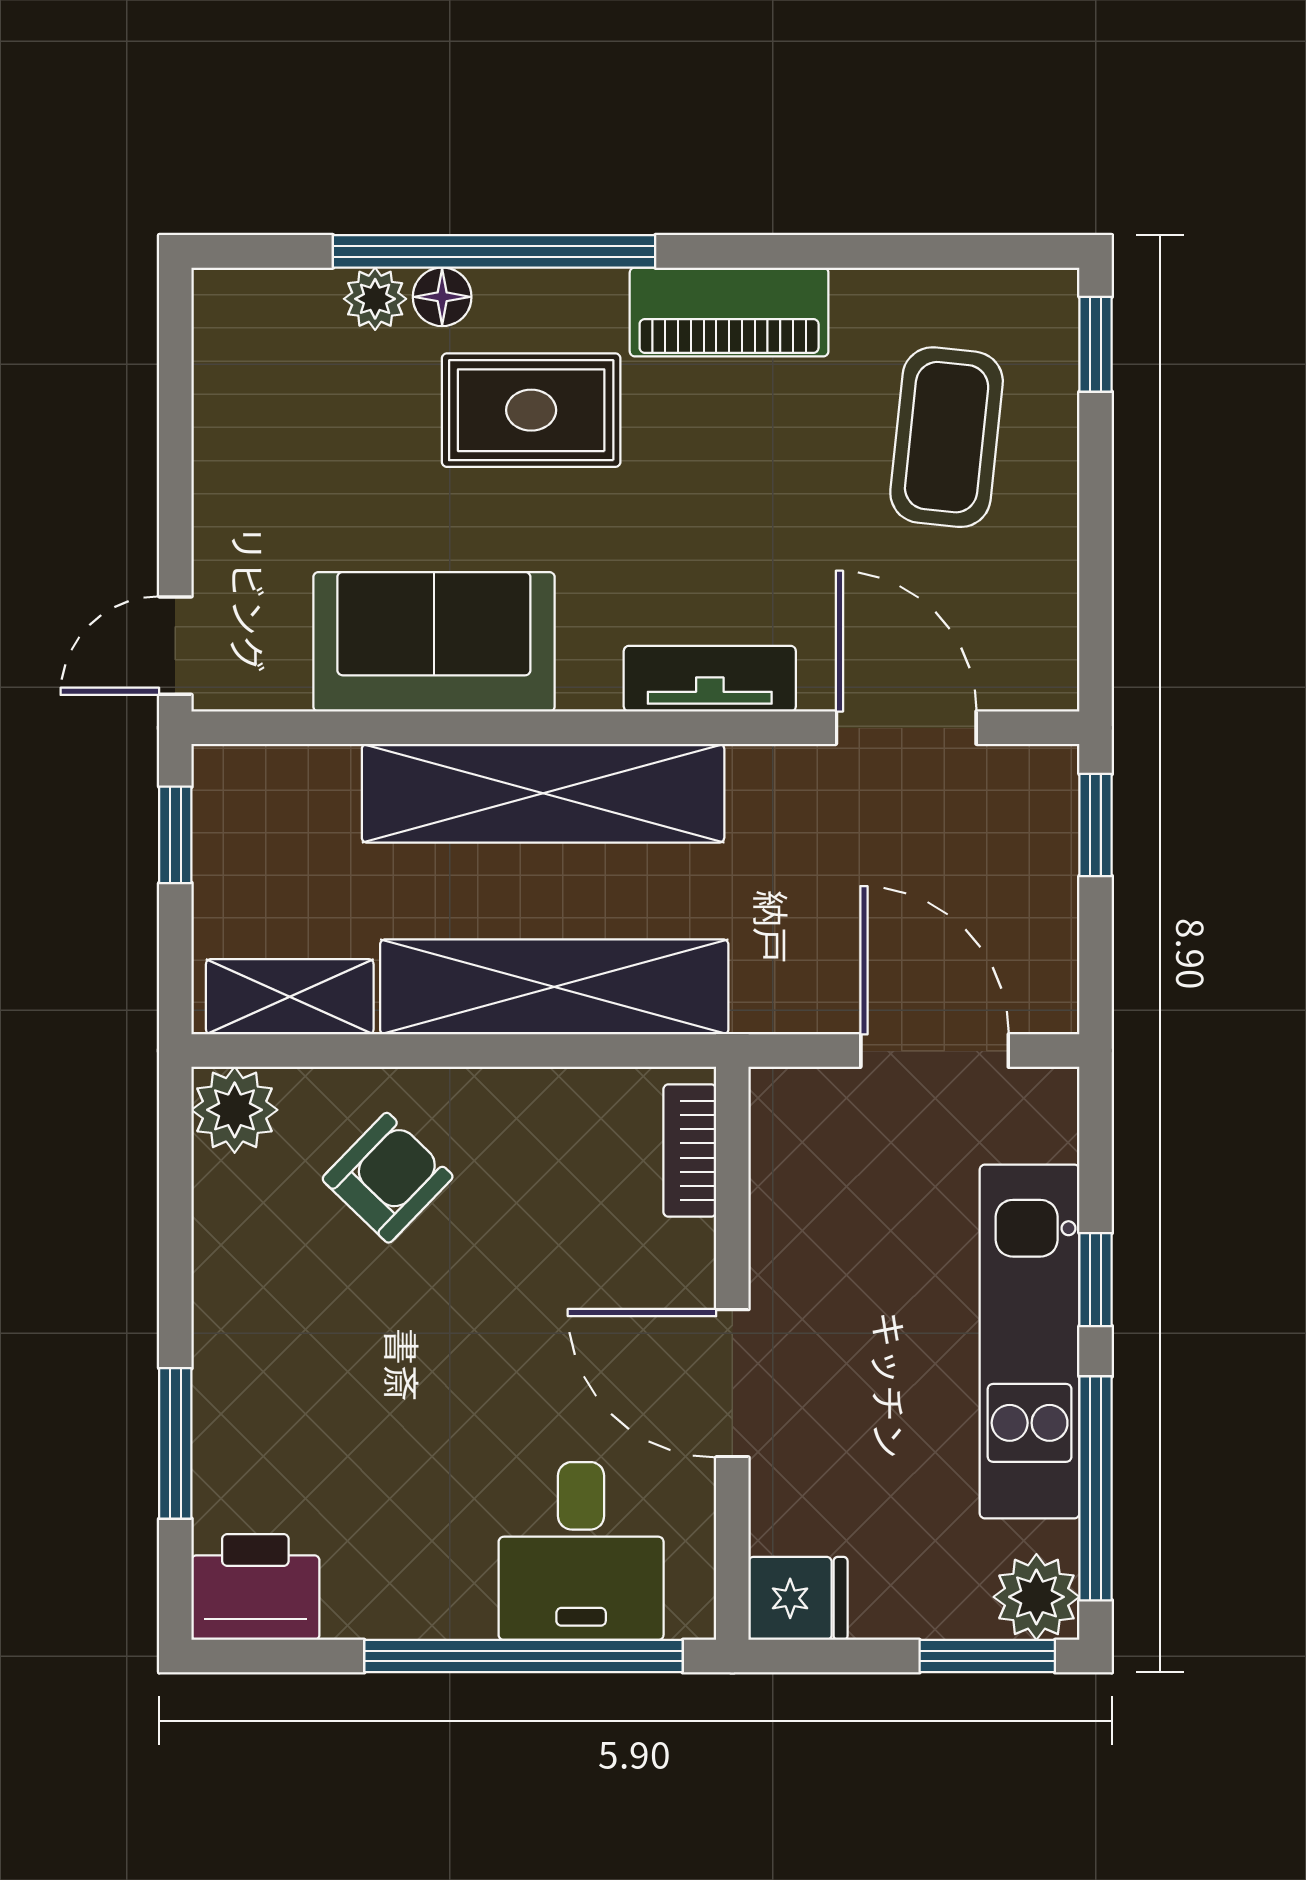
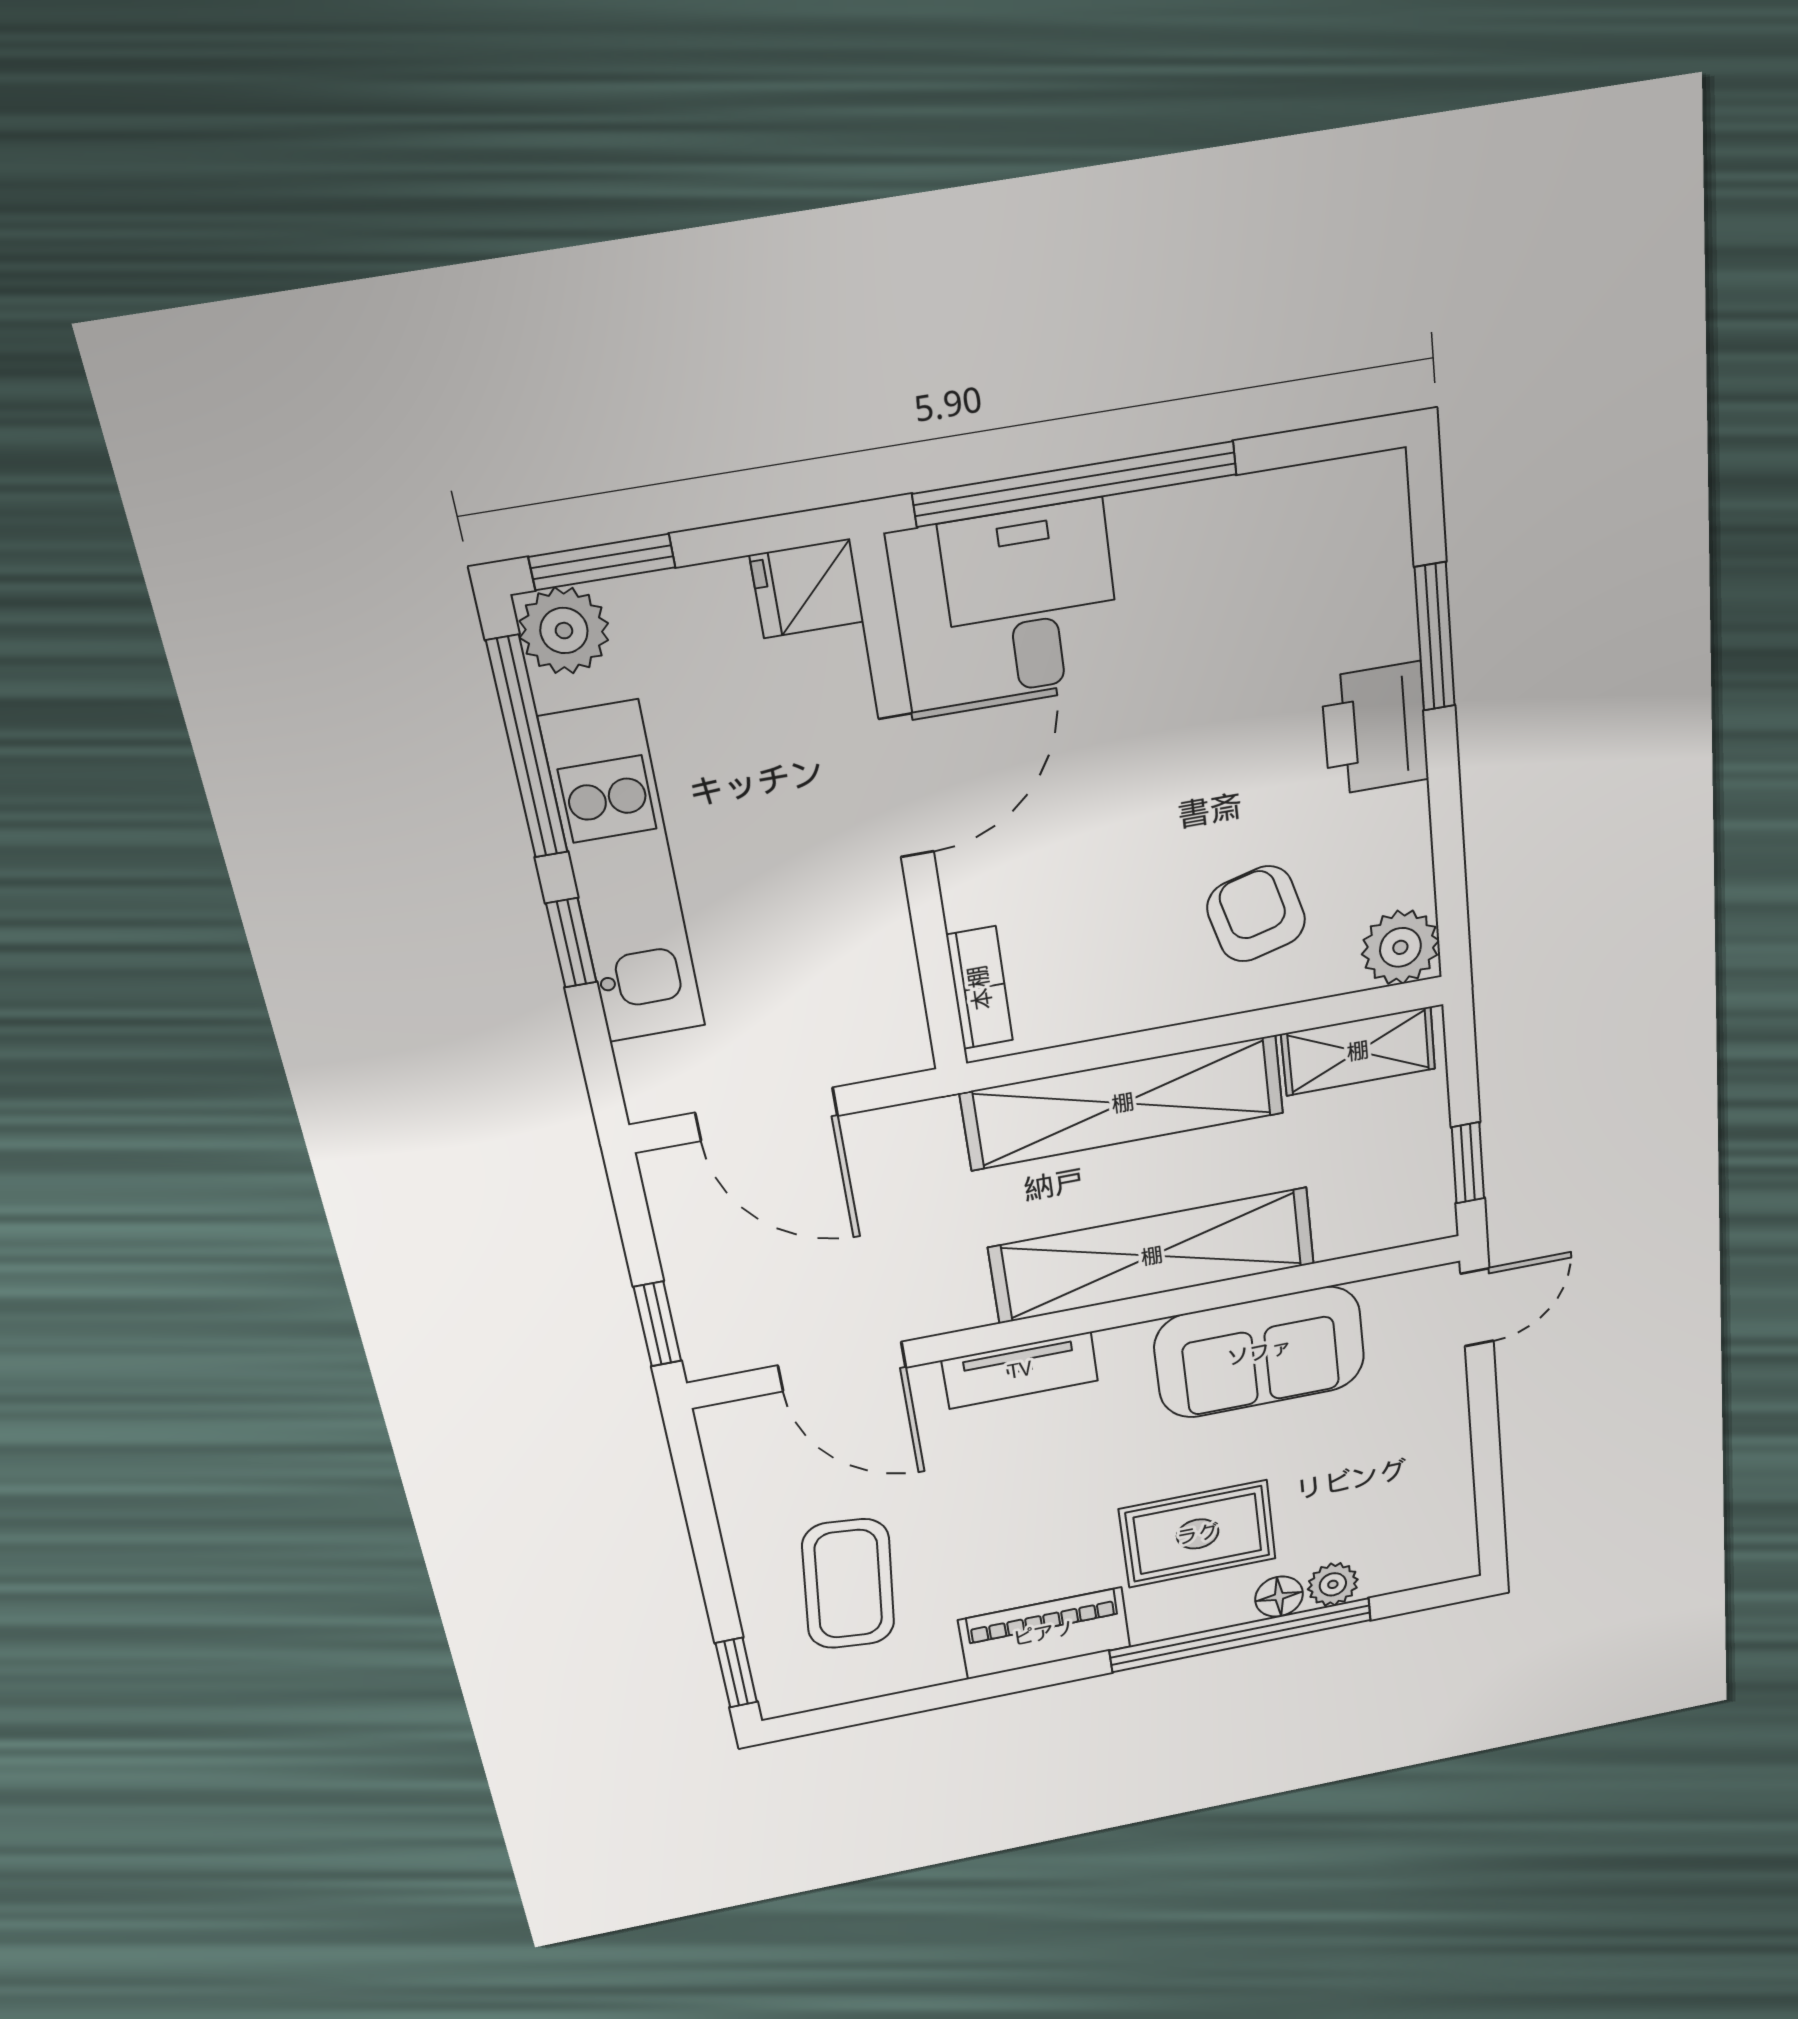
armchair: (388, 1178) -> (1256, 914), turned 121
door: (732, 1383) -> (907, 786), hinge flipped
printer: (255, 1587) -> (1375, 729), moved, turned 90

